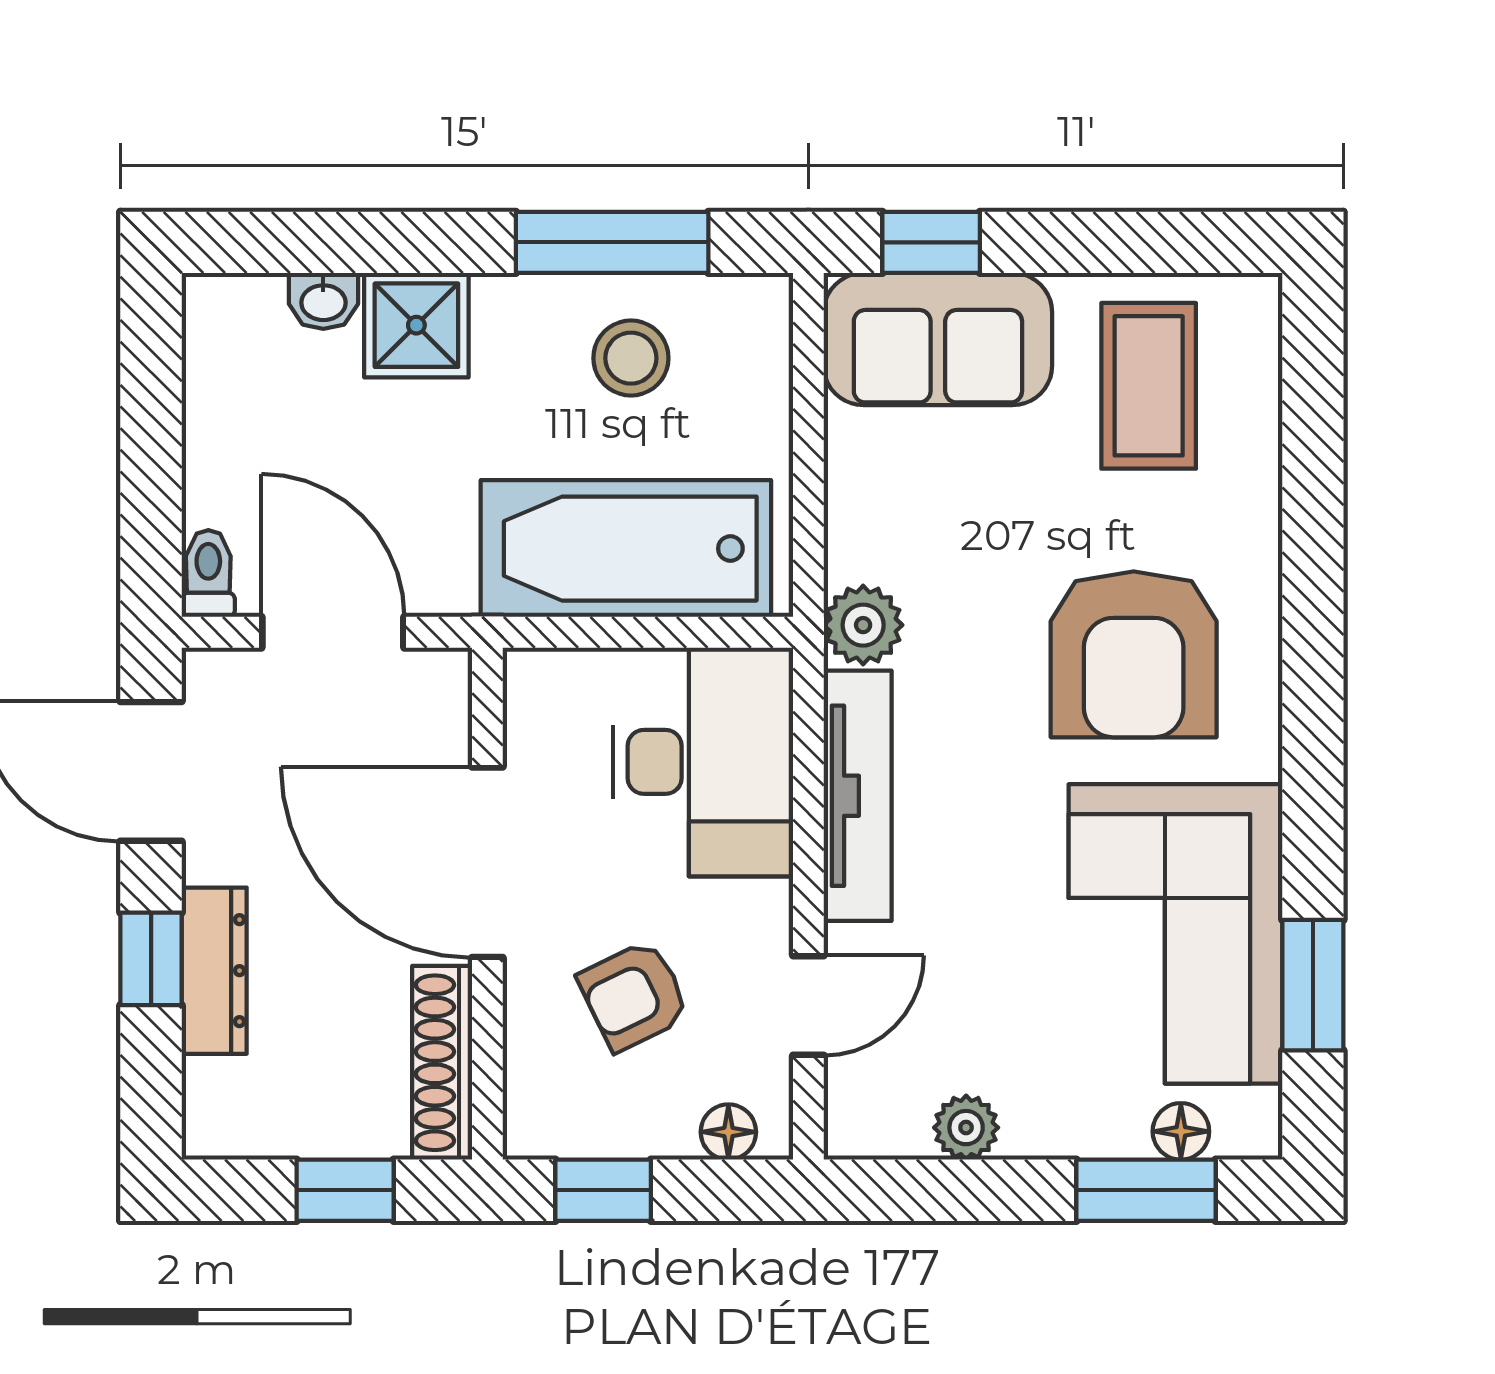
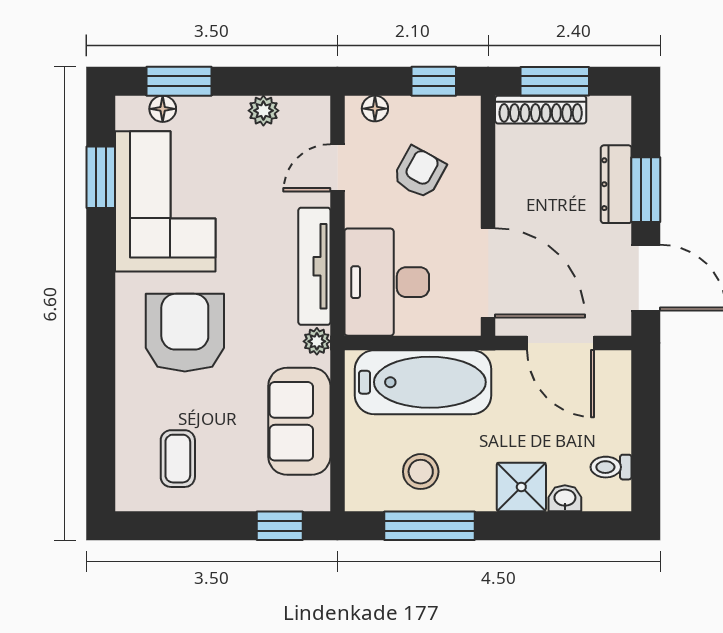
sofa: (938, 339) -> (299, 421), moved, turned -90
coffee table: (1149, 386) -> (178, 459), width x0.73, depth x0.77
toilet: (208, 573) -> (611, 467), moved, turned 90
plant: (863, 625) -> (317, 341), width x0.73, depth x0.73
door: (487, 862) -> (488, 273), moved
window: (151, 959) -> (646, 190), width x1.50
armchair: (634, 996) -> (419, 172), turned -35
shoe rack: (442, 1063) -> (541, 110), moved, turned 90
window: (345, 1190) -> (555, 81), width x1.50

